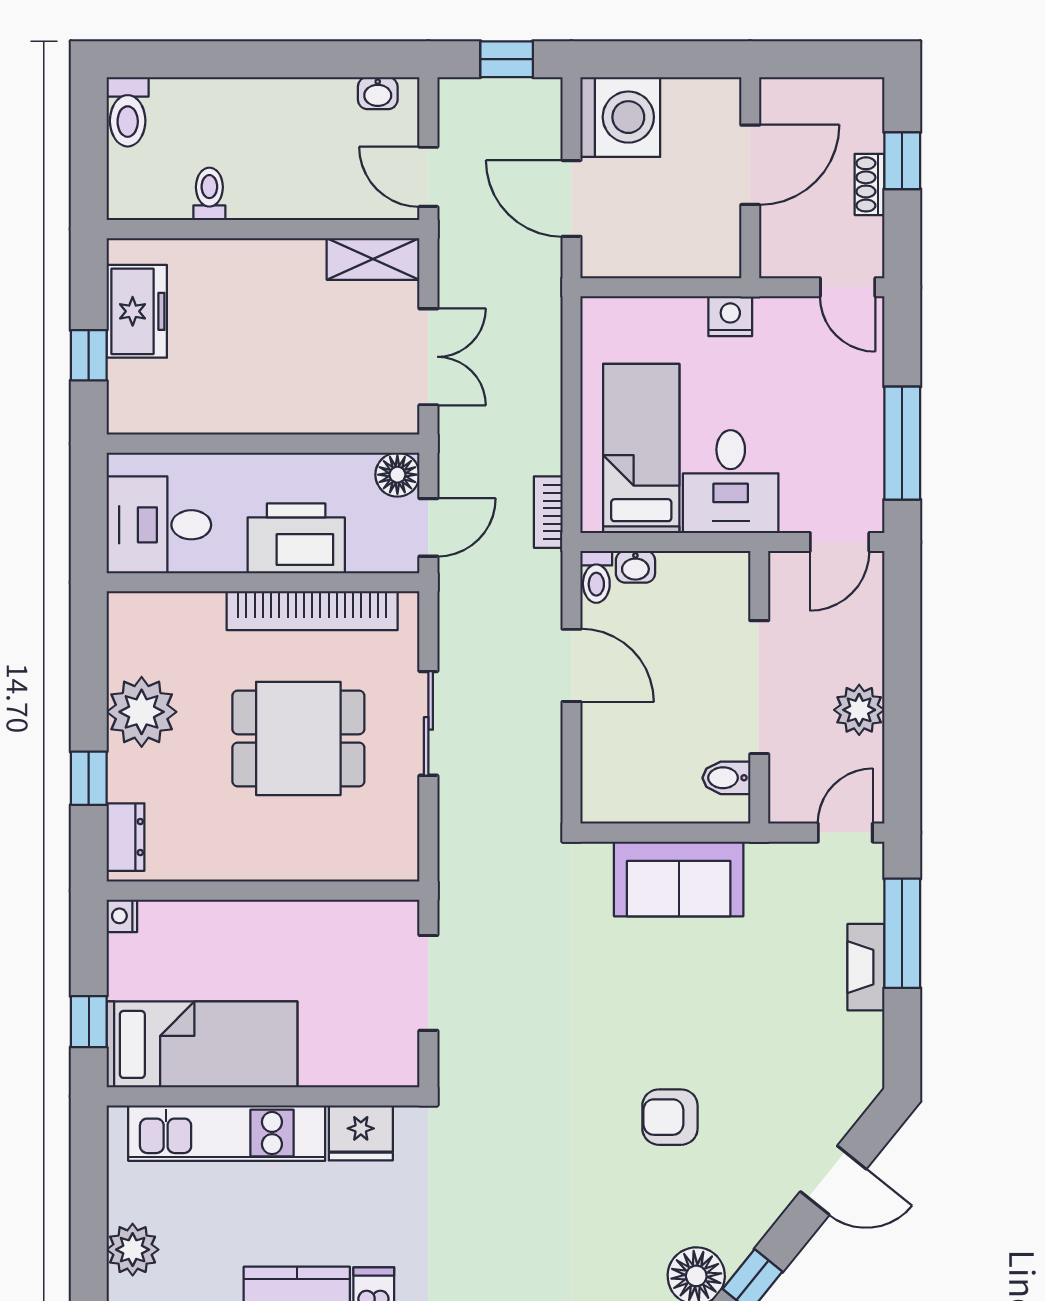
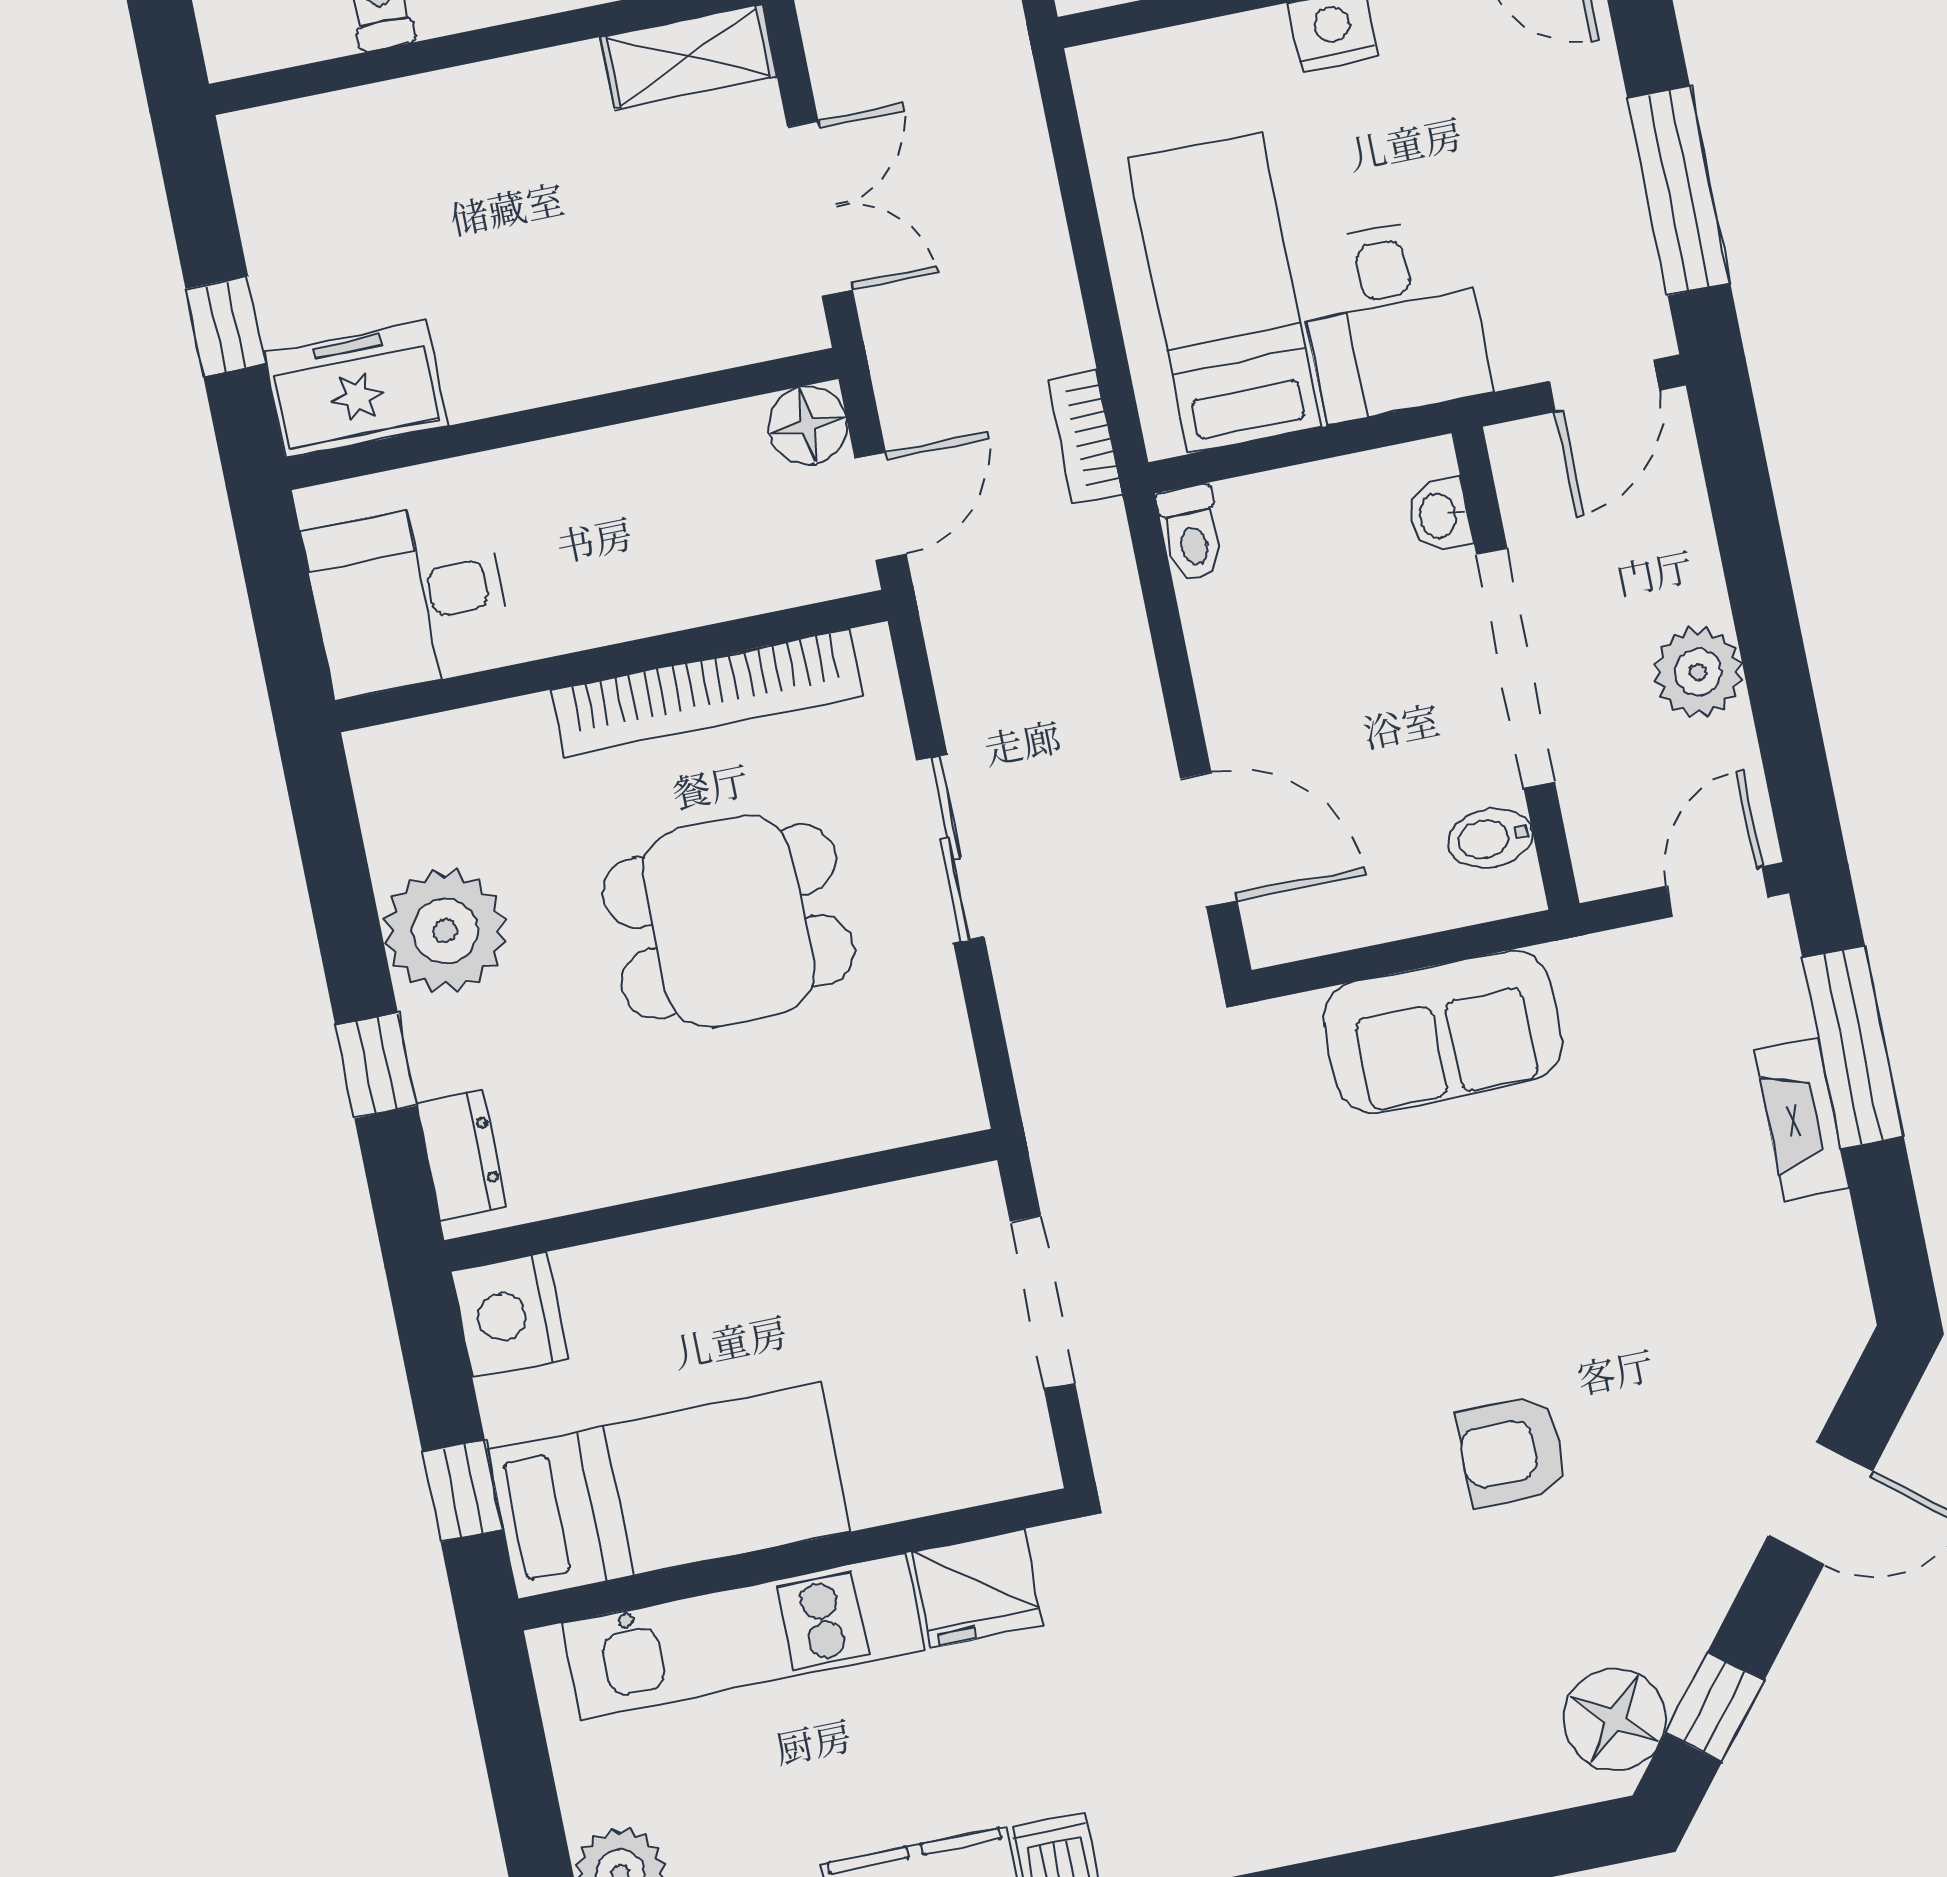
freezer: (137, 311) -> (356, 390), moved, turned -90
printer: (296, 538) -> (653, 573), removed
washbasin: (635, 567) -> (1439, 515), moved, turned 90
door: (571, 665) -> (1209, 839), moved
nightstand: (122, 916) -> (509, 1315), width x1.89, depth x1.79

